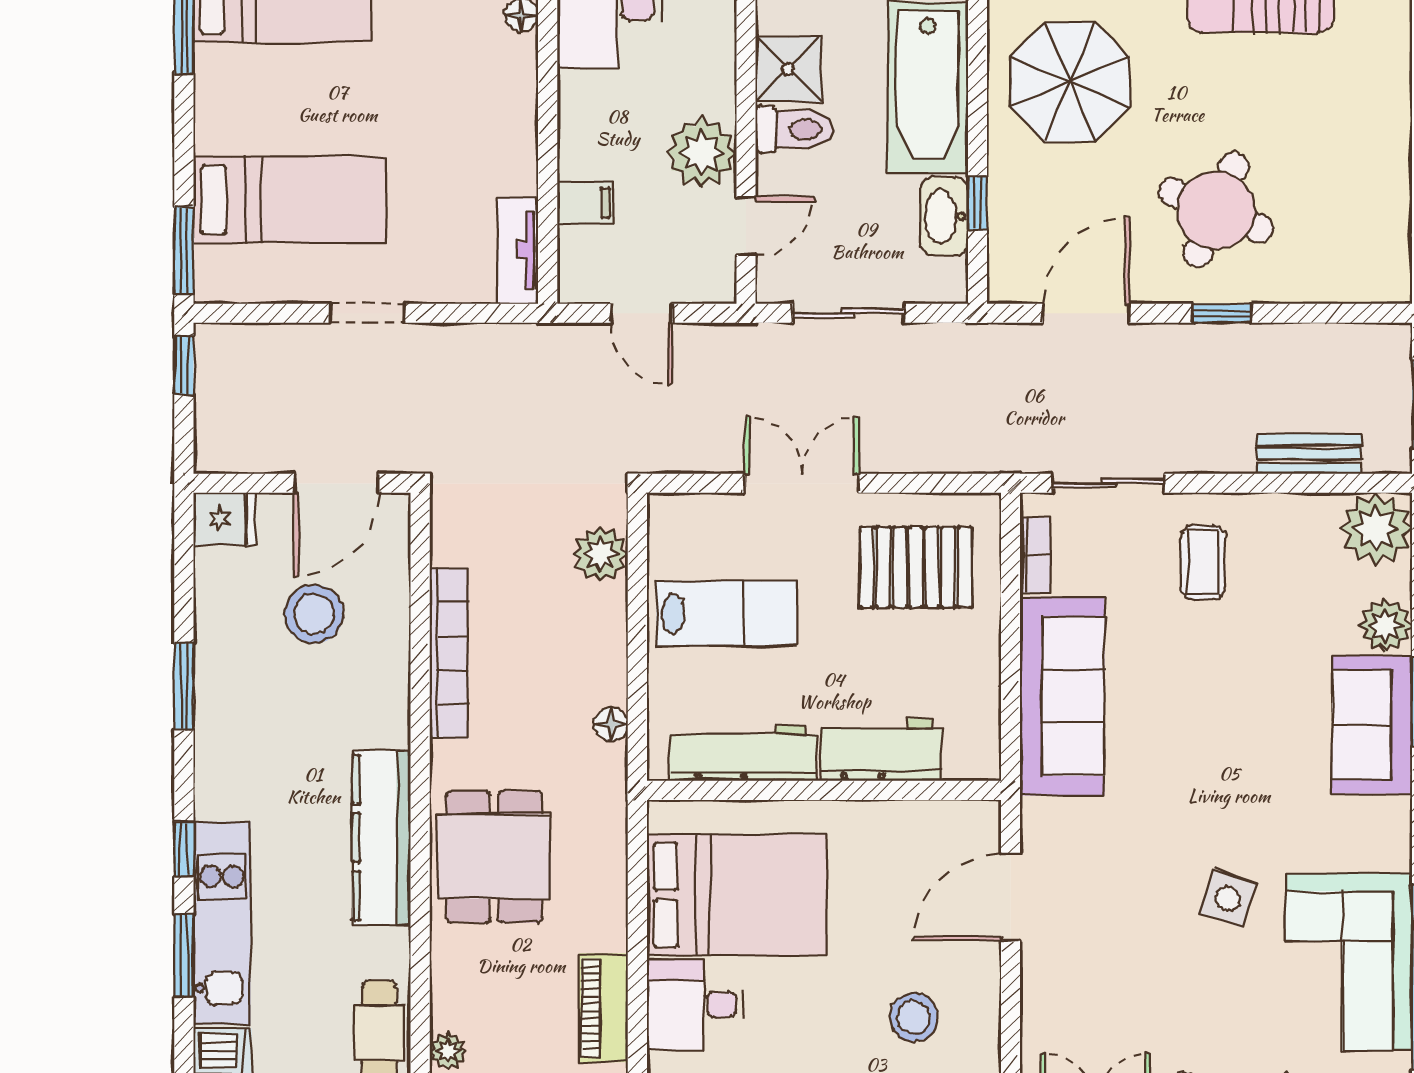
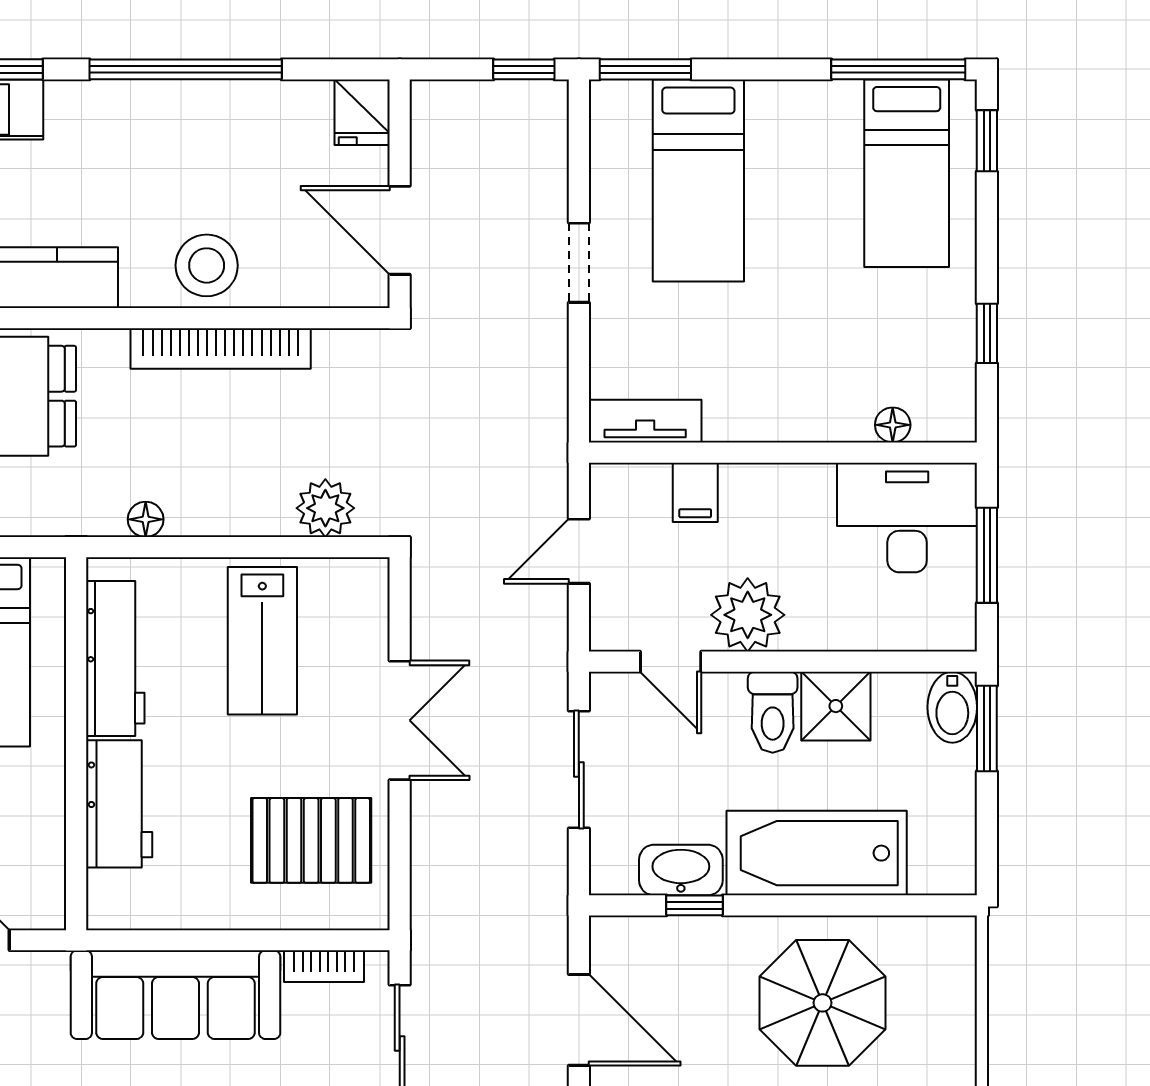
pallet: (916, 567) -> (311, 840), turned 90
stool: (314, 614) -> (207, 265), moved
window: (184, 687) -> (186, 69), width x2.11

